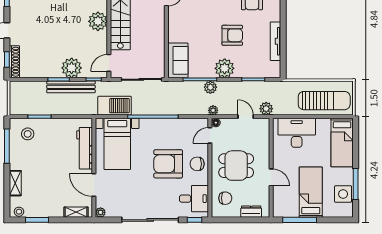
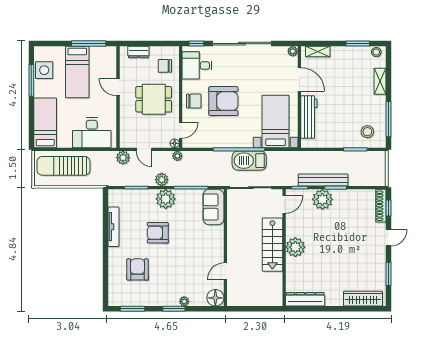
plant: (210, 87) -> (162, 180), moved
barbecue: (115, 106) -> (249, 161), moved

